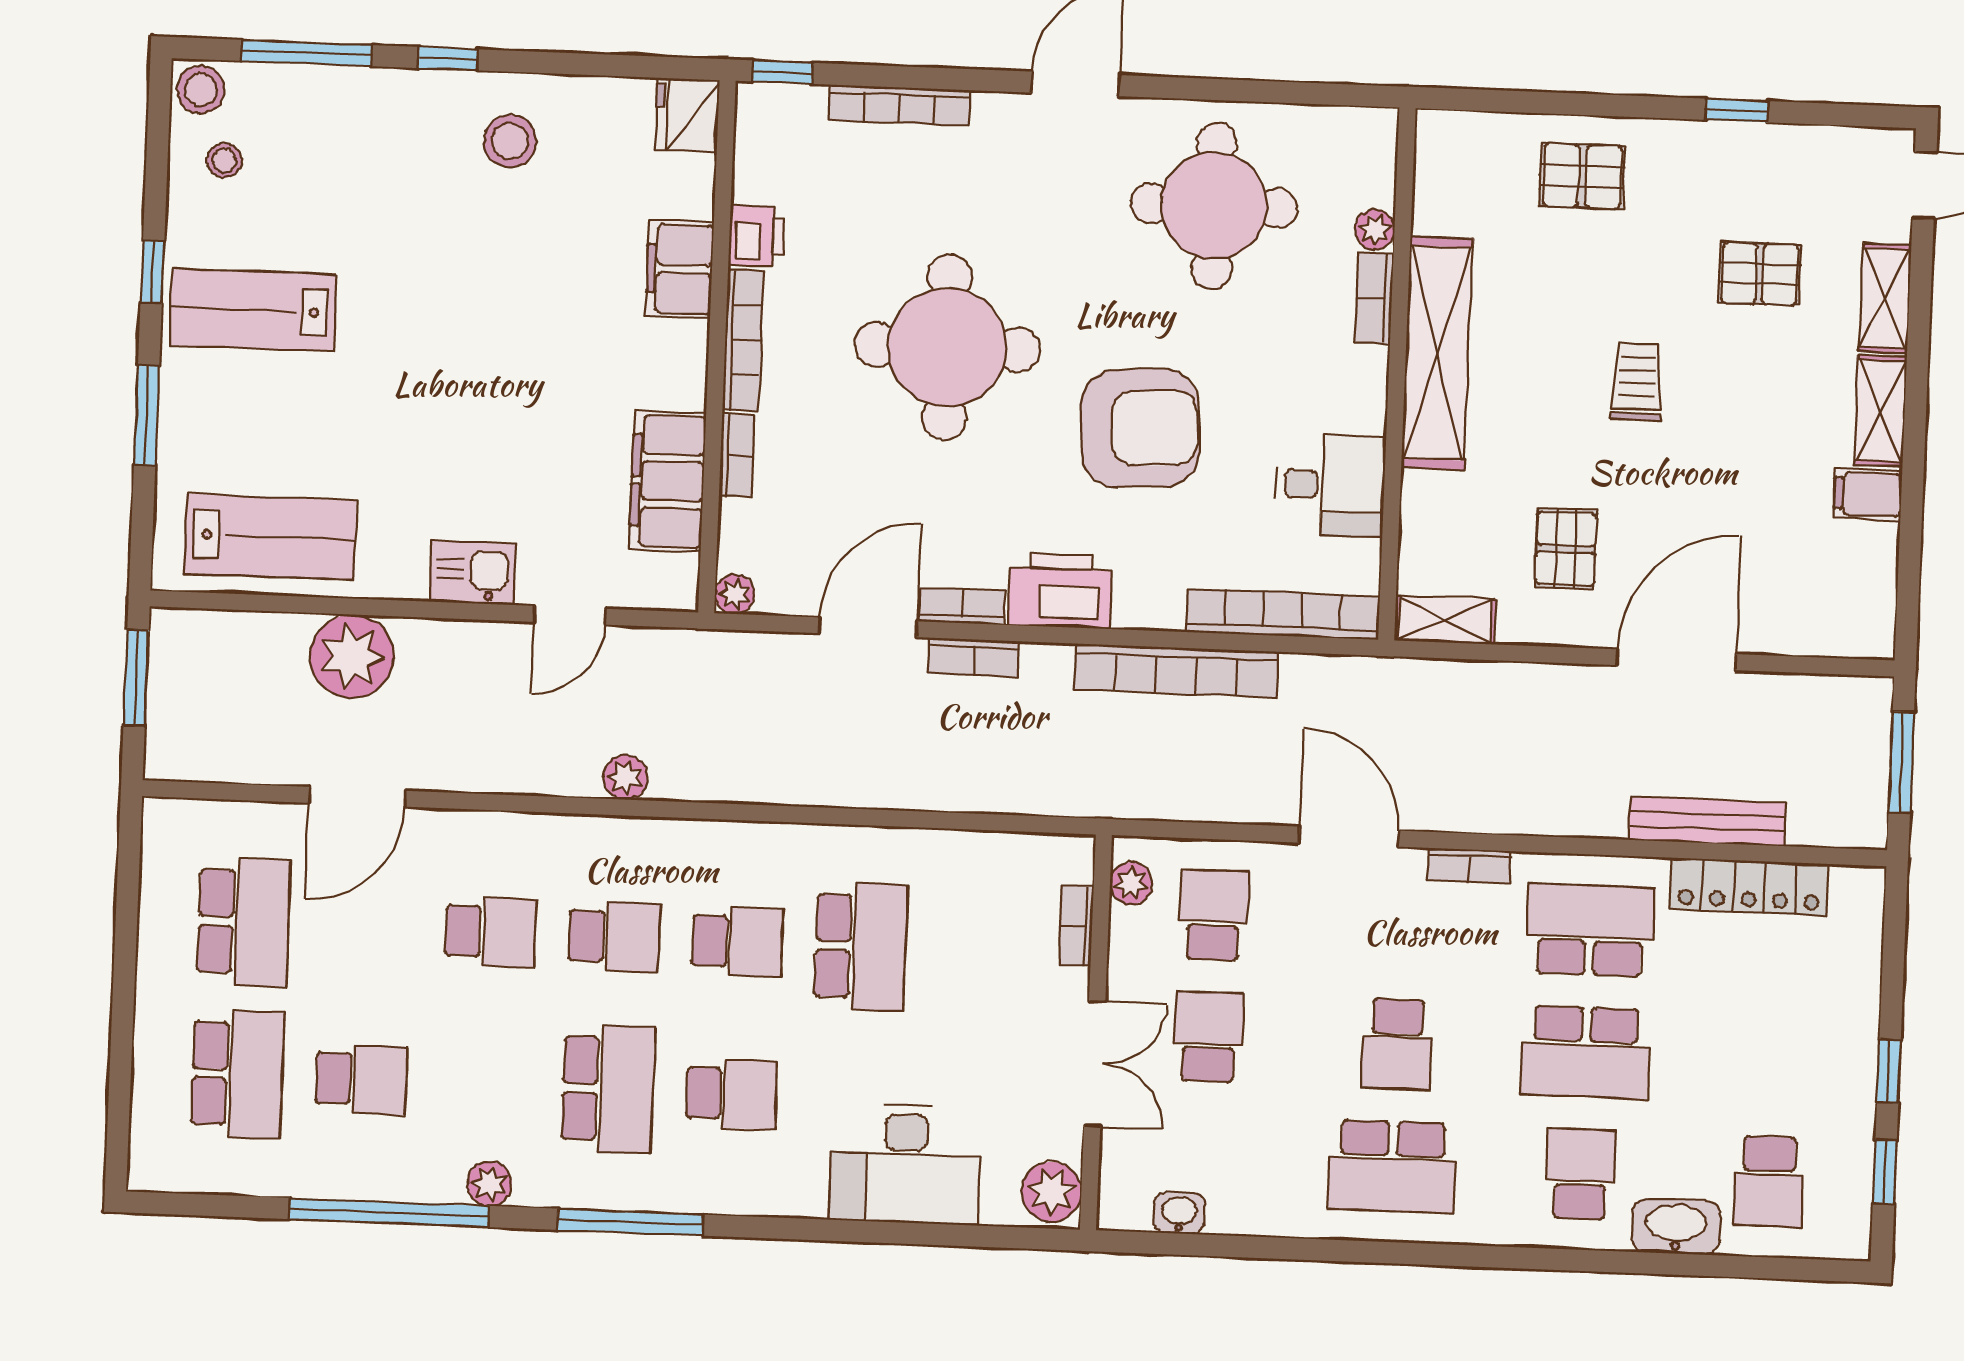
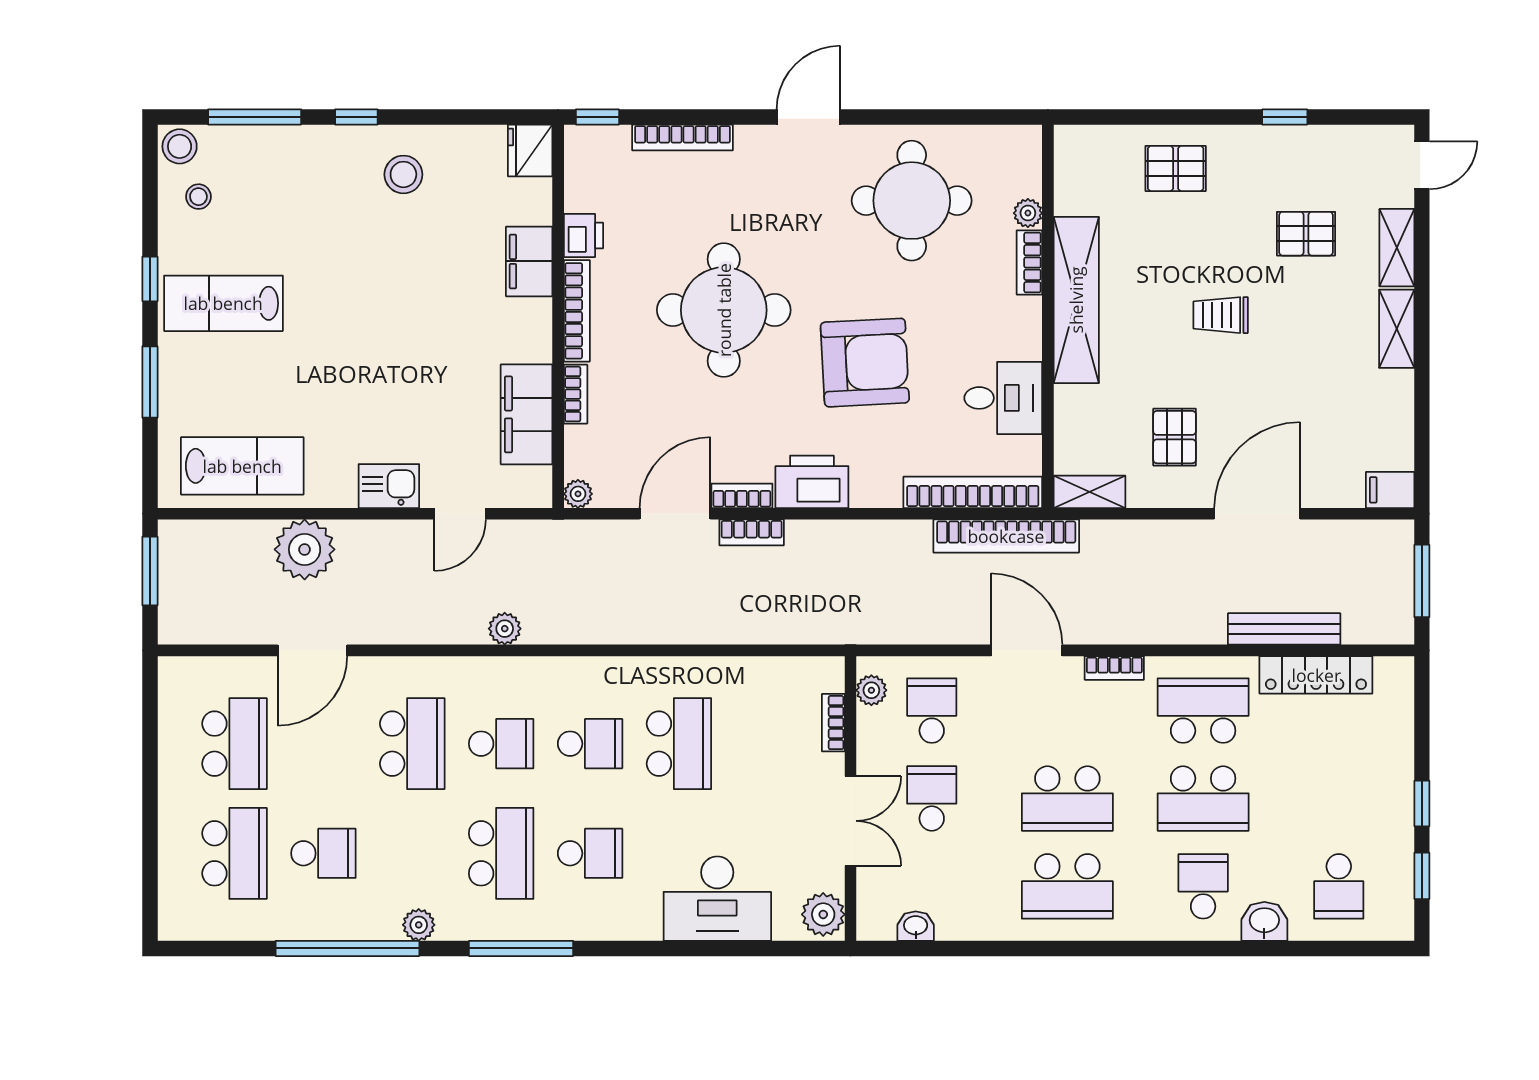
trolley: (1637, 382) -> (1221, 315), turned -90
filing cabinet: (1868, 494) -> (1390, 490), moved
bookcase: (1176, 671) -> (1006, 536), moved
school desk: (491, 932) -> (412, 744), width x1.85
school desk: (1397, 1044) -> (1067, 798), width x1.85
washbasin: (1676, 1227) -> (1264, 921), width x0.72

